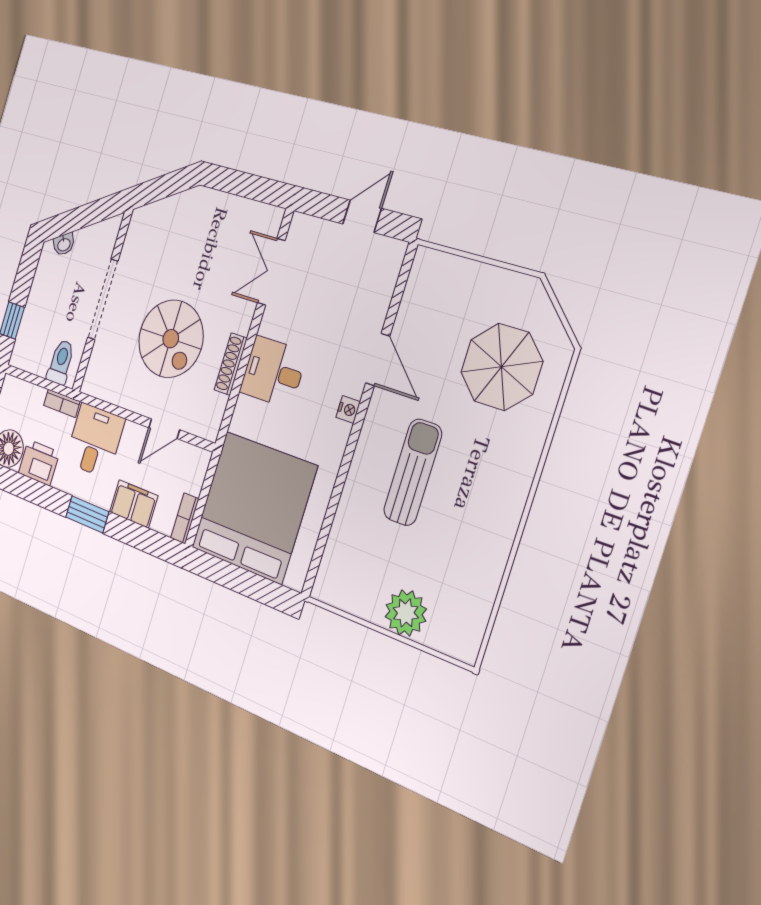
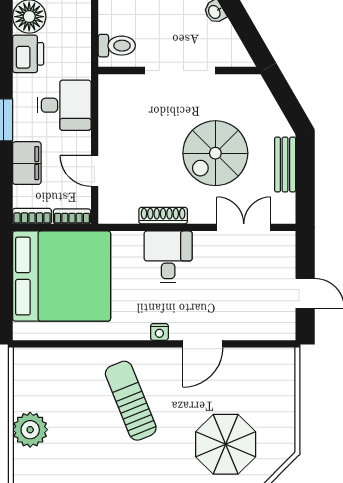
bench: (224, 205) -> (285, 165), added
spiral stairs: (171, 339) -> (215, 153), moved
bookcase: (62, 403) -> (72, 216), moved, turned 90
sun lounger: (413, 472) -> (131, 401), turned -112

